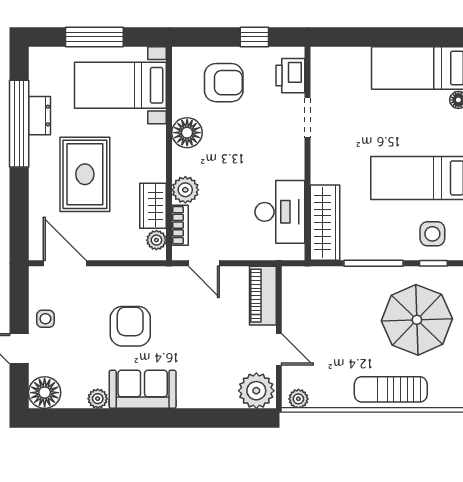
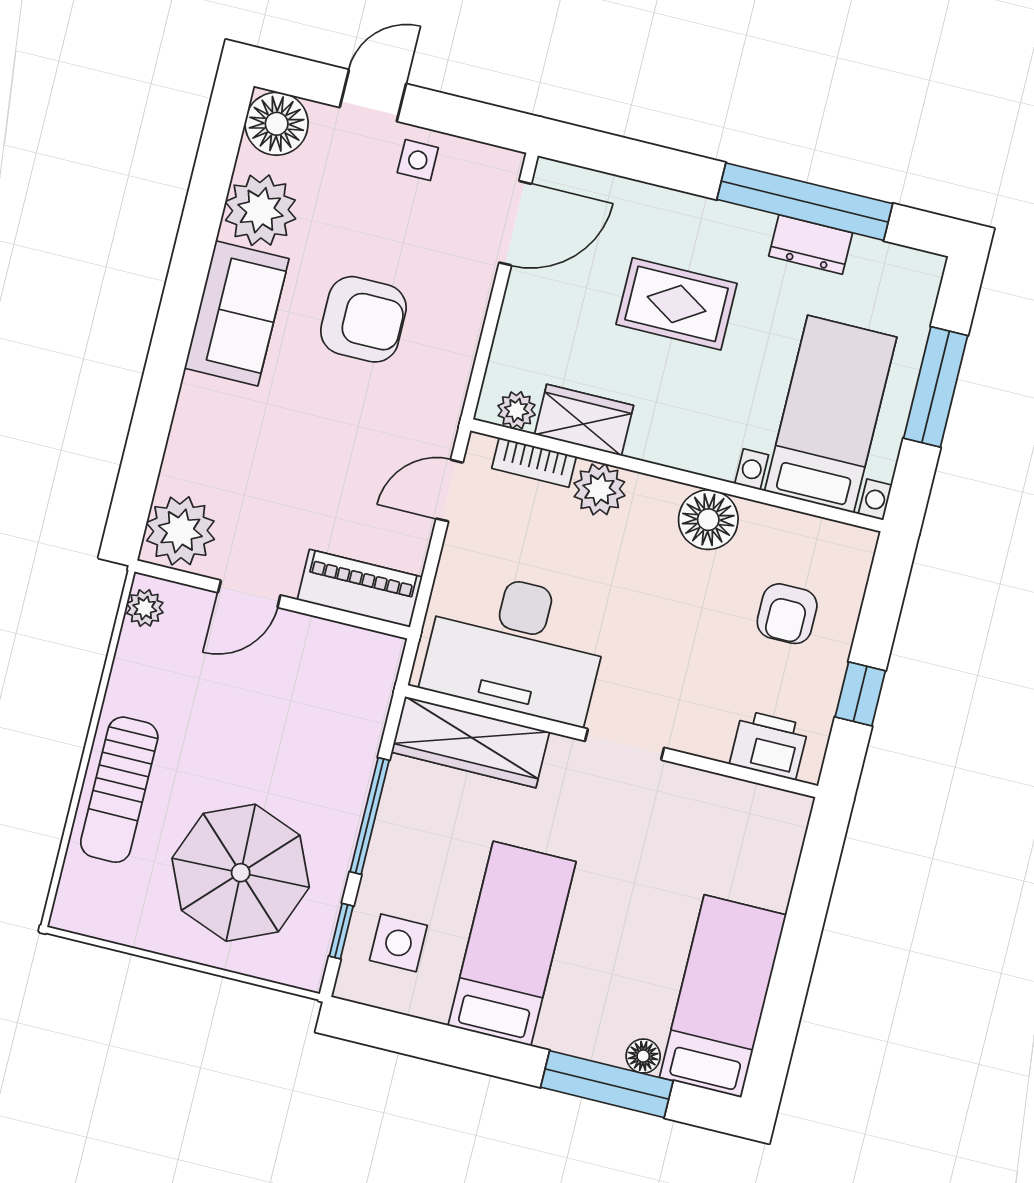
armchair: (224, 83) -> (787, 614), width x0.72, depth x0.72
doorway: (308, 118) -> (625, 744), moved
rug: (85, 174) -> (677, 304), width x0.73, depth x0.70
desk: (280, 212) -> (516, 646), width x1.36, depth x1.30
sun lounger: (391, 389) -> (119, 790), turned 180
plant: (98, 399) -> (260, 210), width x1.88, depth x1.88

